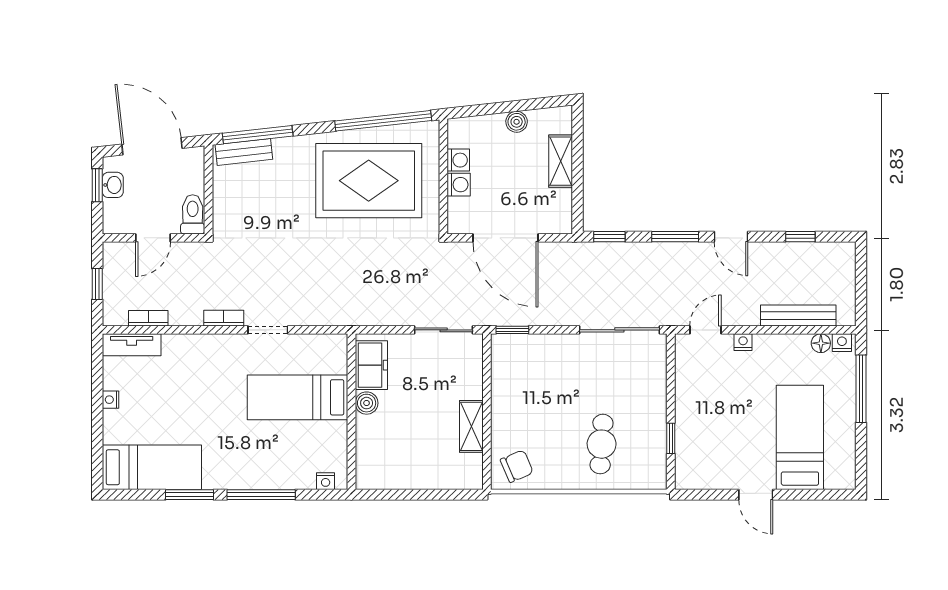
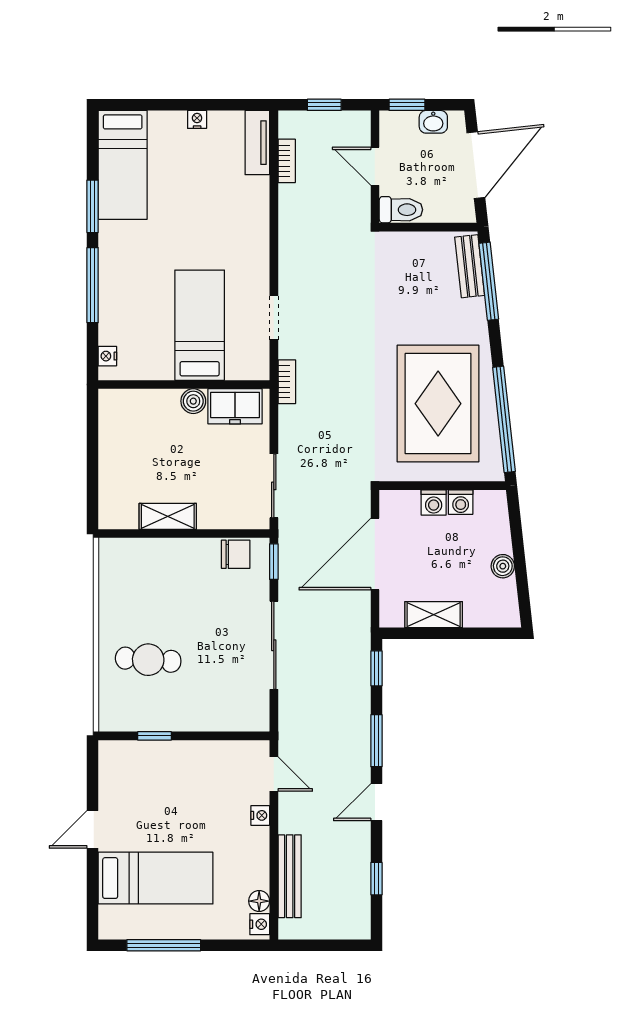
shelving: (561, 161) -> (434, 615), moved
window: (97, 185) -> (407, 105), moved
bookcase: (224, 318) -> (287, 382), moved
doorway: (268, 330) -> (274, 318), moved
sliding door: (619, 330) -> (274, 645), moved
window: (861, 389) -> (164, 945), moved
chair: (517, 466) -> (236, 554), moved, turned -67

